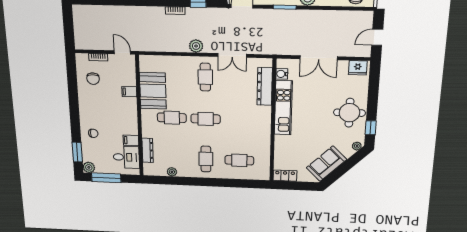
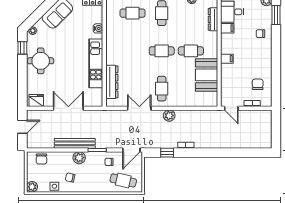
bench: (313, 16) -> (75, 143), added
water cooler: (282, 74) -> (98, 28), moved
filing cabinet: (129, 92) -> (227, 59), moved

